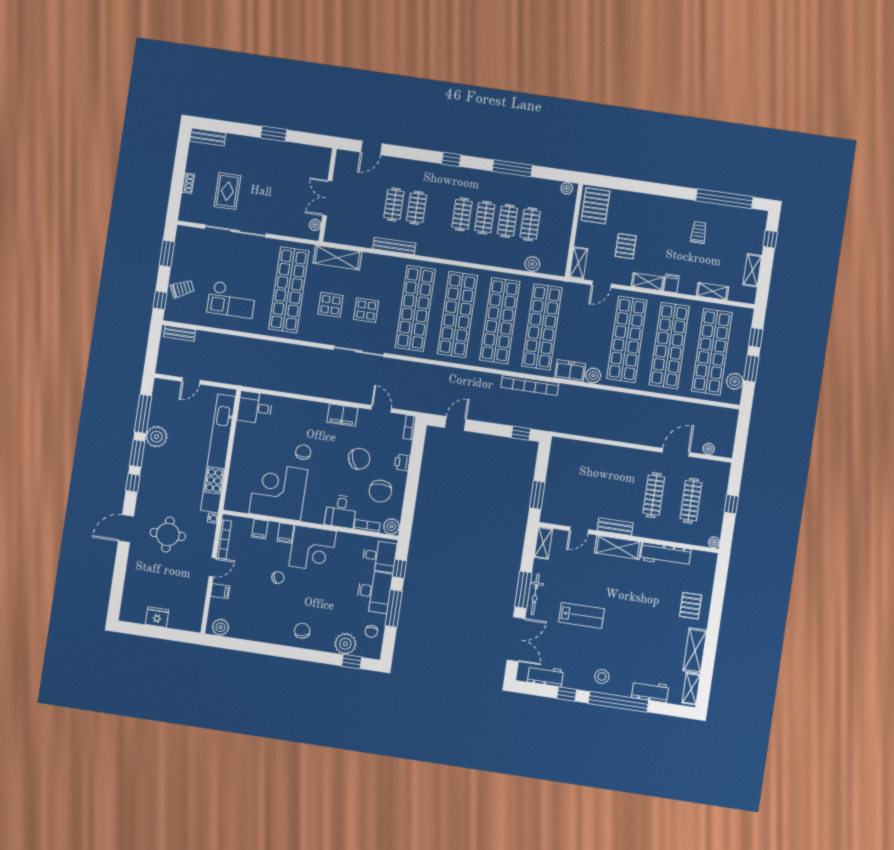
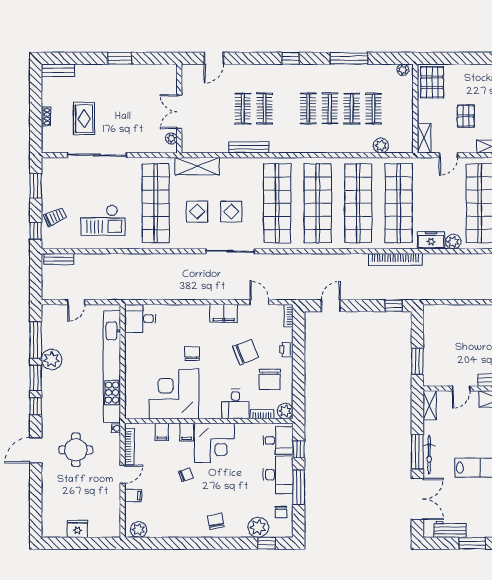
window: (567, 694) -> (472, 543), width x1.50

